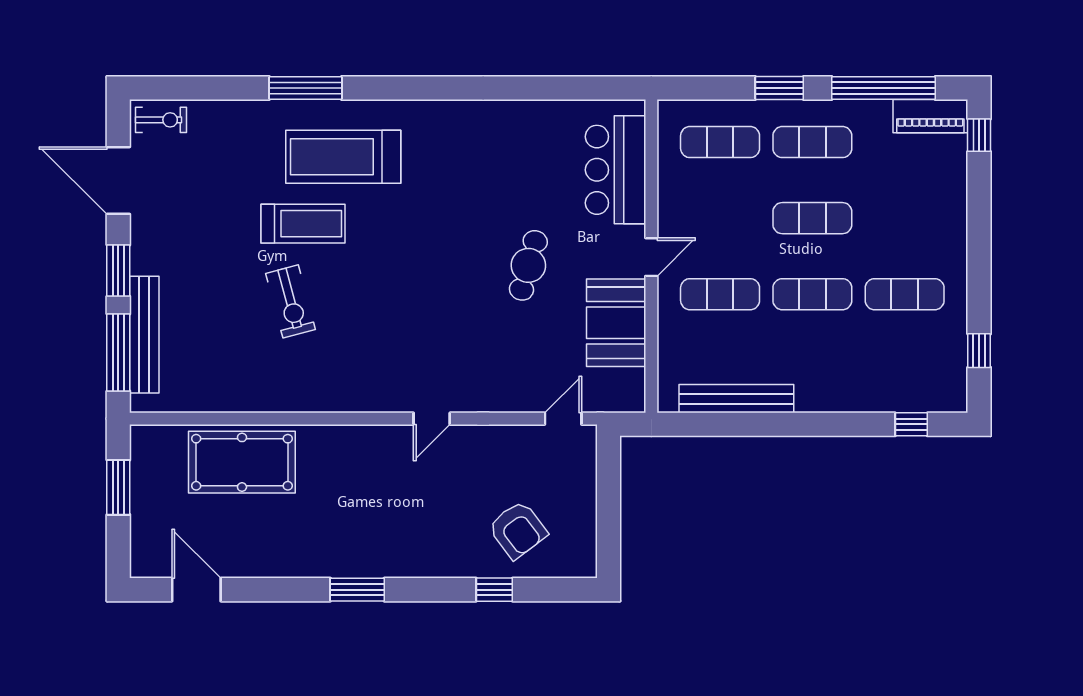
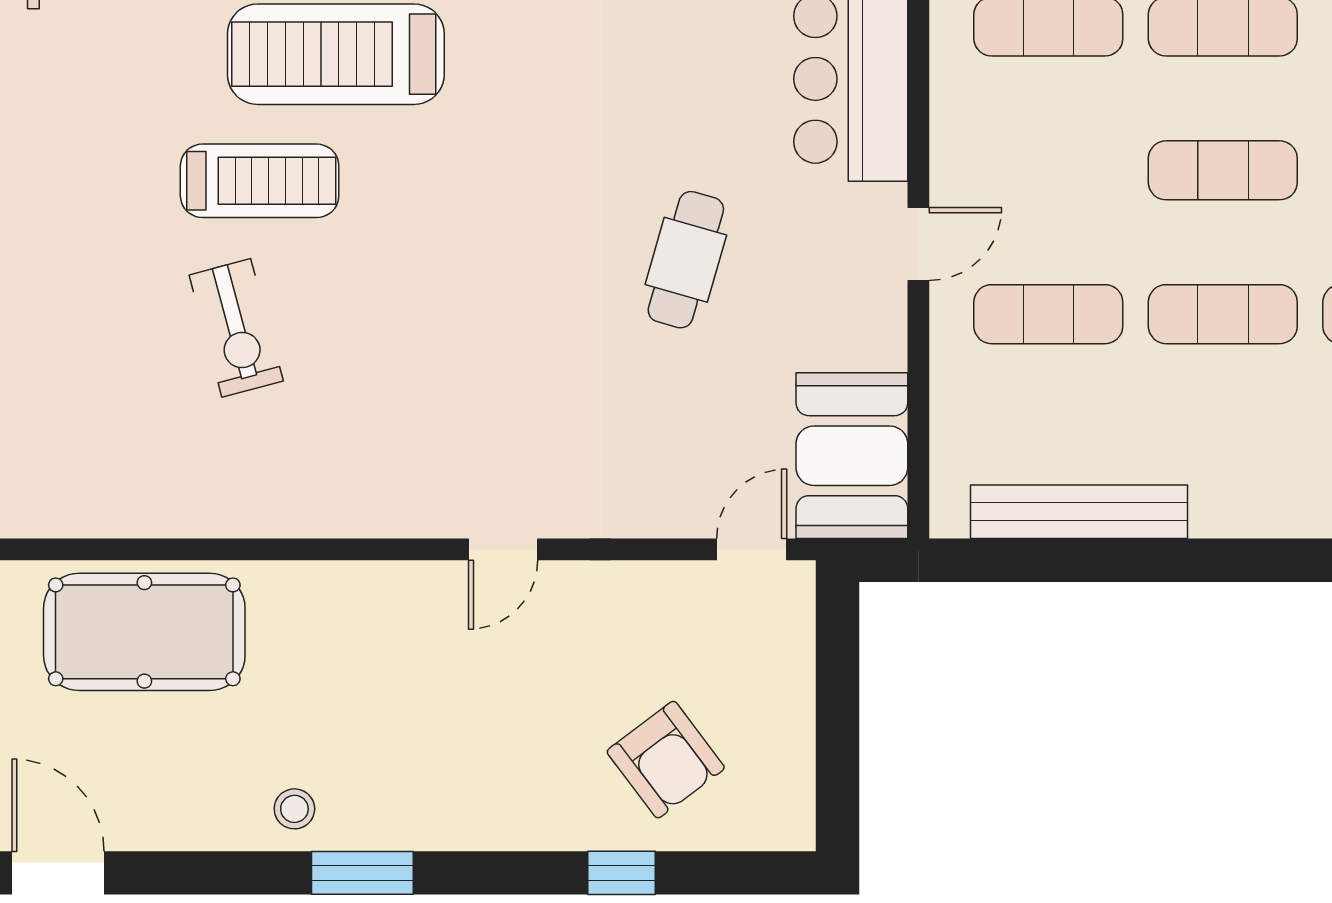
booth: (616, 323) -> (852, 456), moved
stool: (321, 556) -> (294, 809), added

